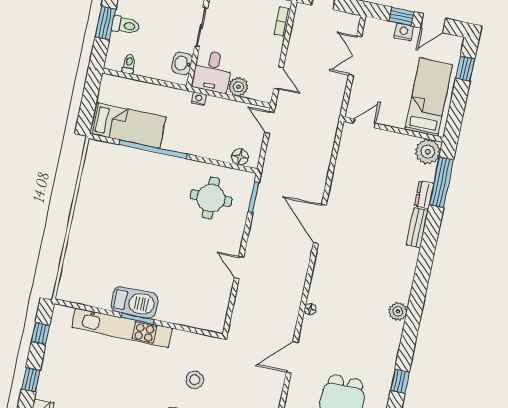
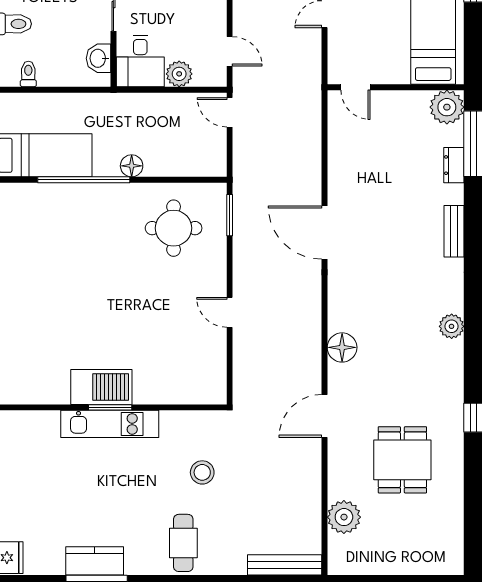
nightstand: (199, 99) -> (130, 101), removed
door: (364, 123) -> (355, 87), swing flipped
floor lamp: (240, 157) -> (132, 166), moved
bench: (417, 228) -> (454, 231), moved
floor lamp: (310, 309) -> (342, 347), width x1.89, depth x1.89
kitchen unit: (122, 328) -> (110, 424), width x0.73

